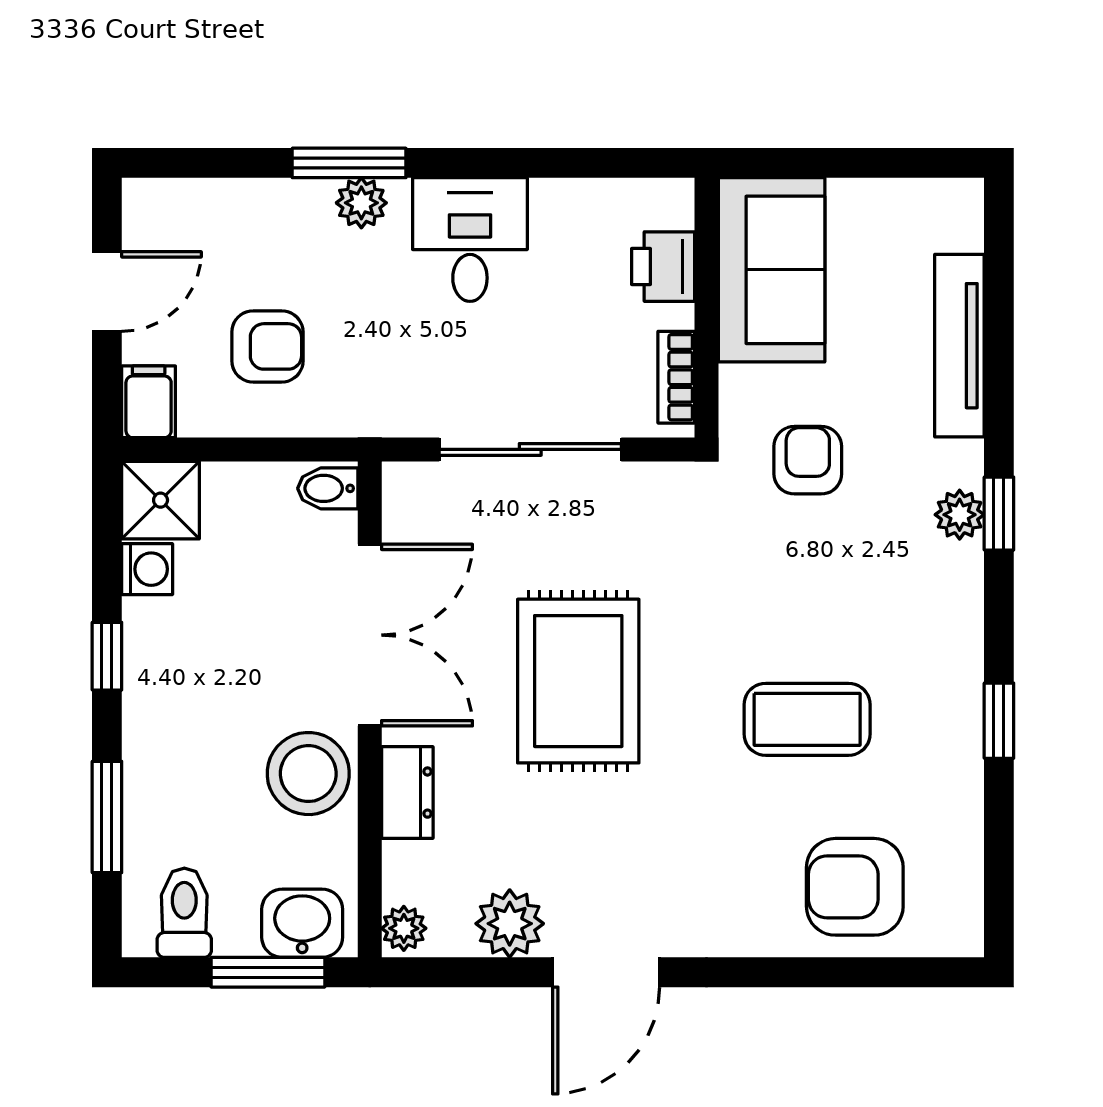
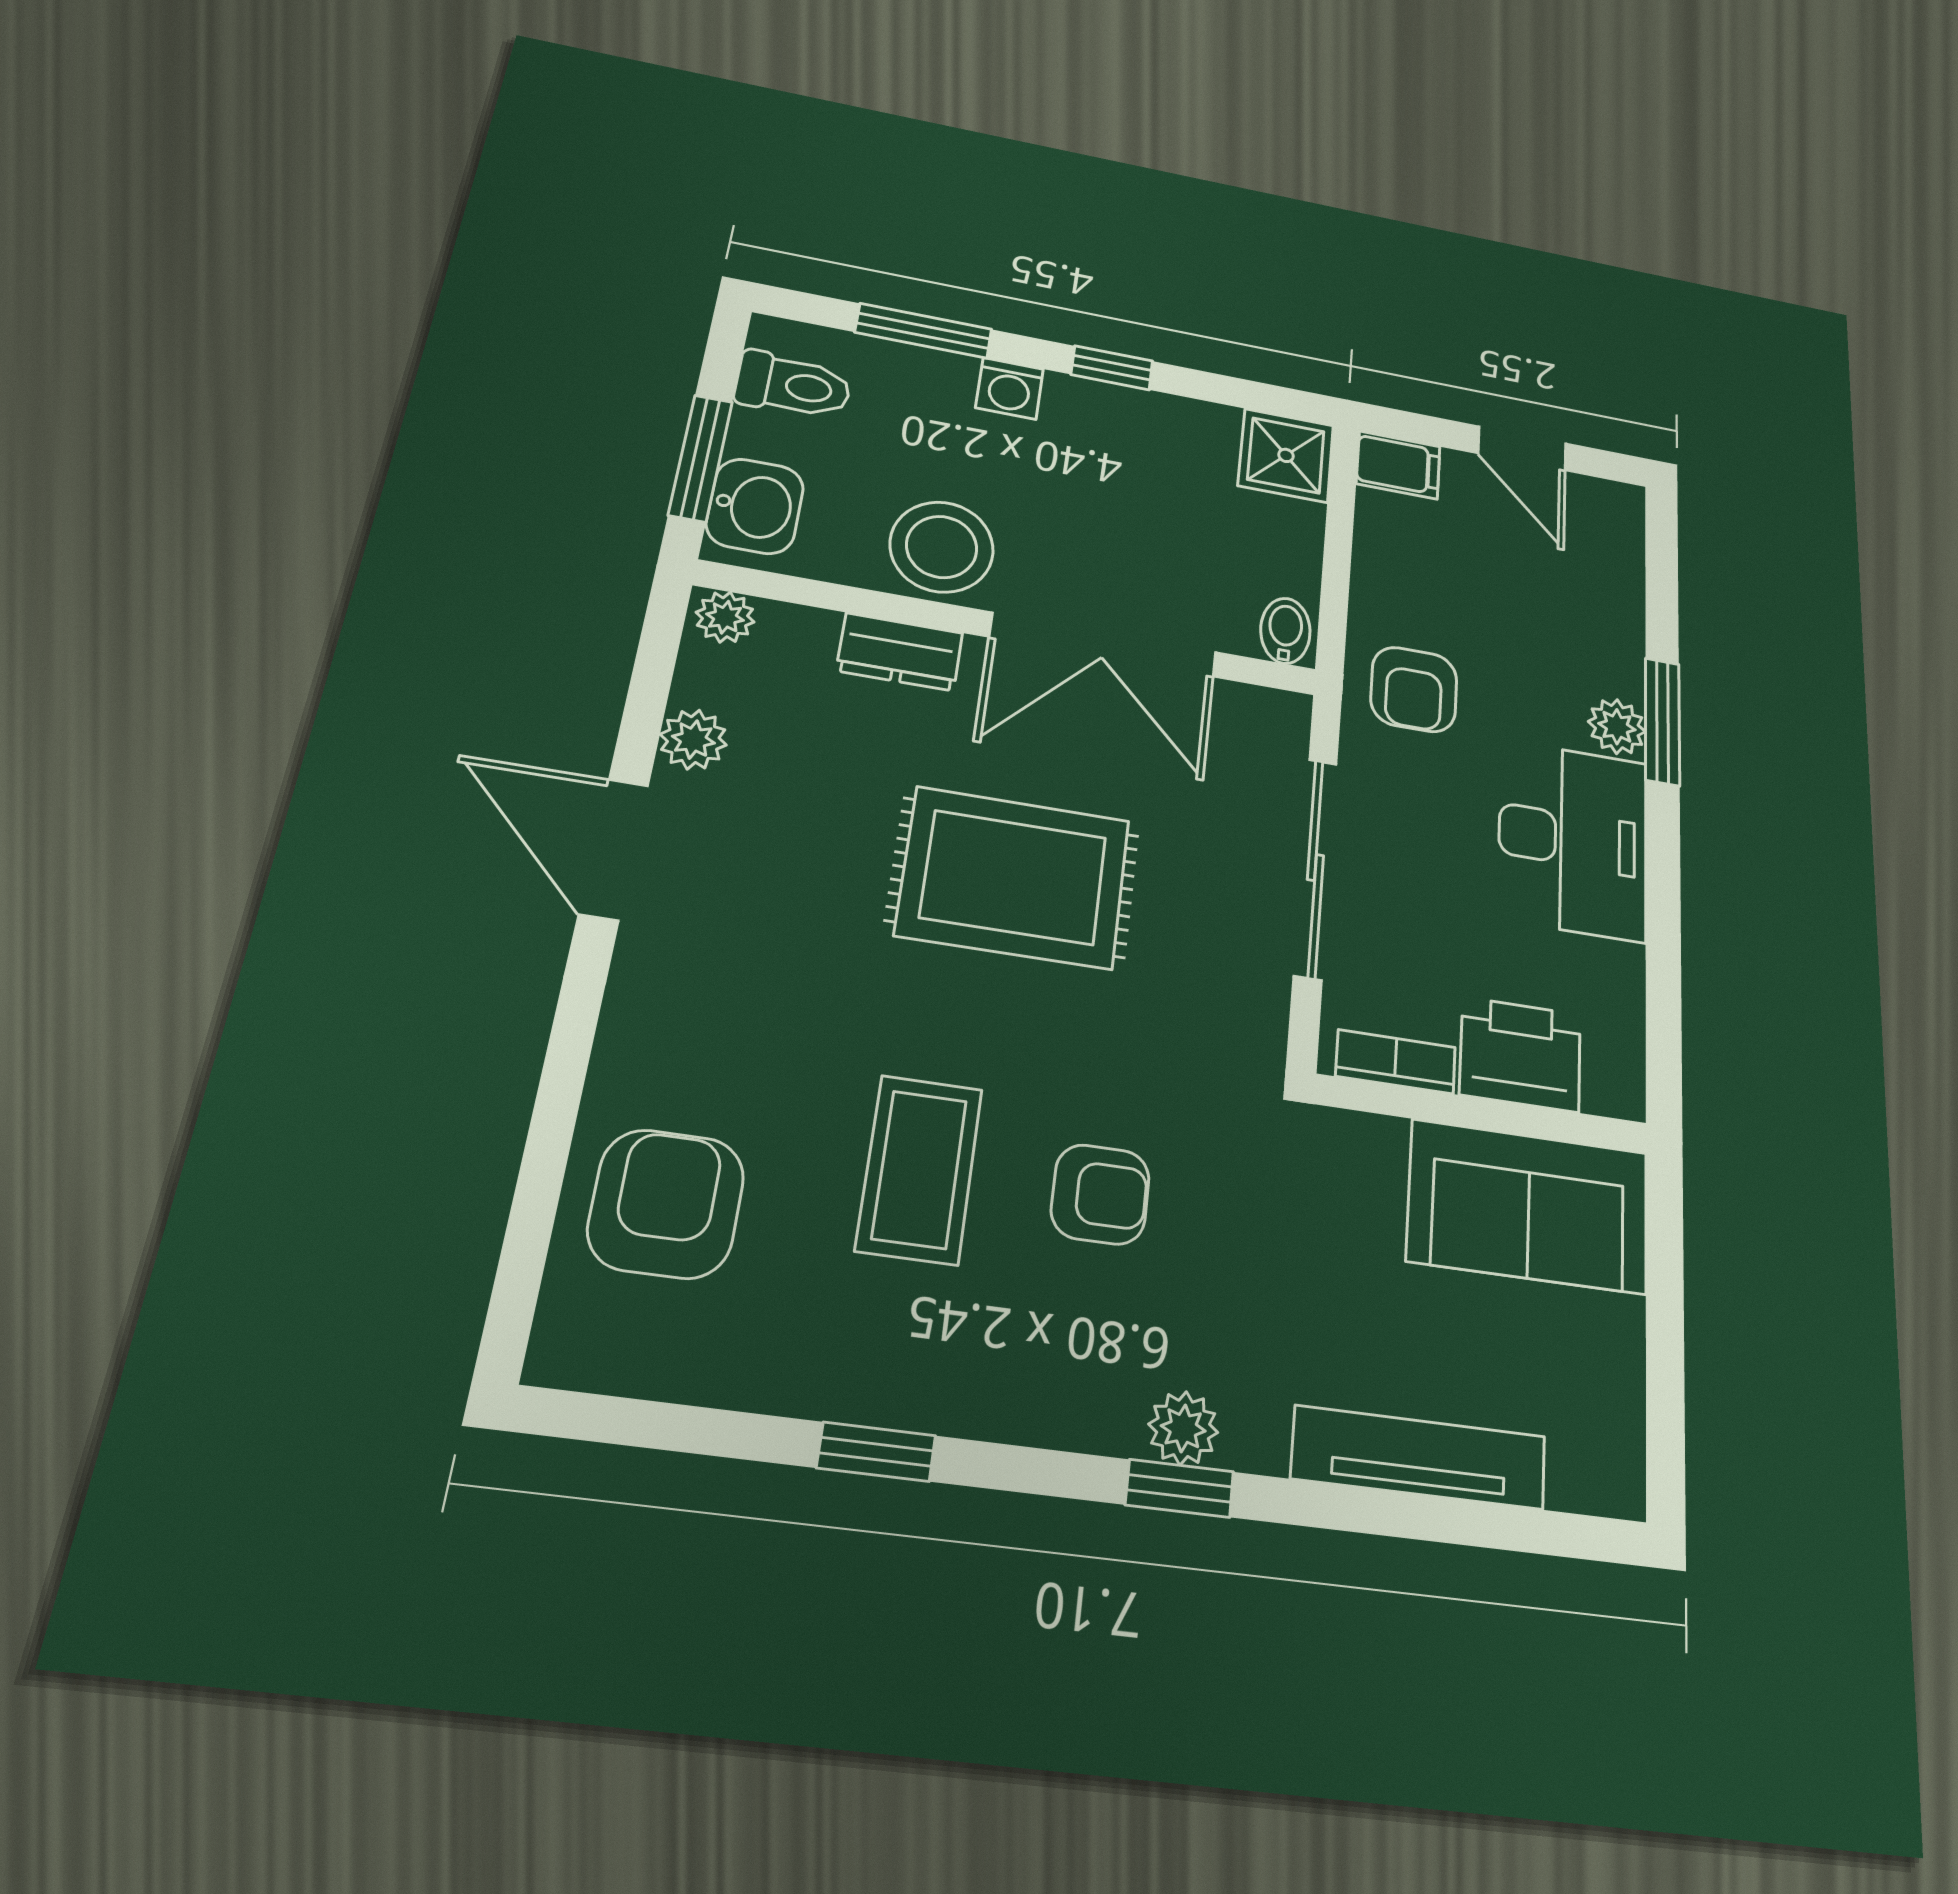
desk: (470, 240) -> (1573, 840), width x1.37
printer: (663, 267) -> (1520, 1054), width x1.36, depth x1.24
armchair: (267, 346) -> (1414, 689), moved
armchair: (808, 460) -> (1100, 1194), moved
washing machine: (147, 569) -> (1009, 388), moved
plant: (510, 924) -> (693, 740), width x0.73, depth x0.73

